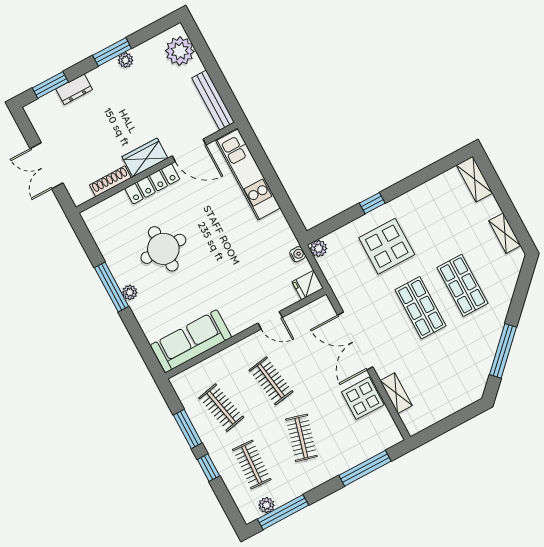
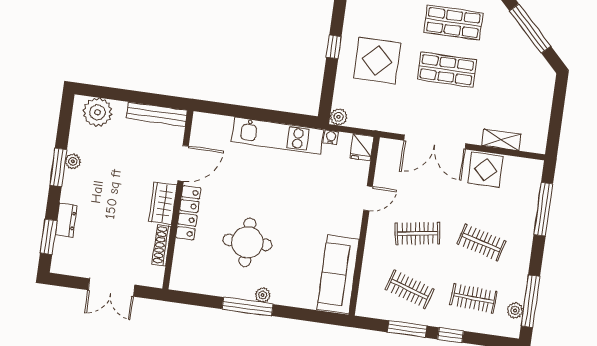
kitchen unit: (248, 174) -> (277, 136), moved
clothes rail: (221, 408) -> (410, 289), turned 30

